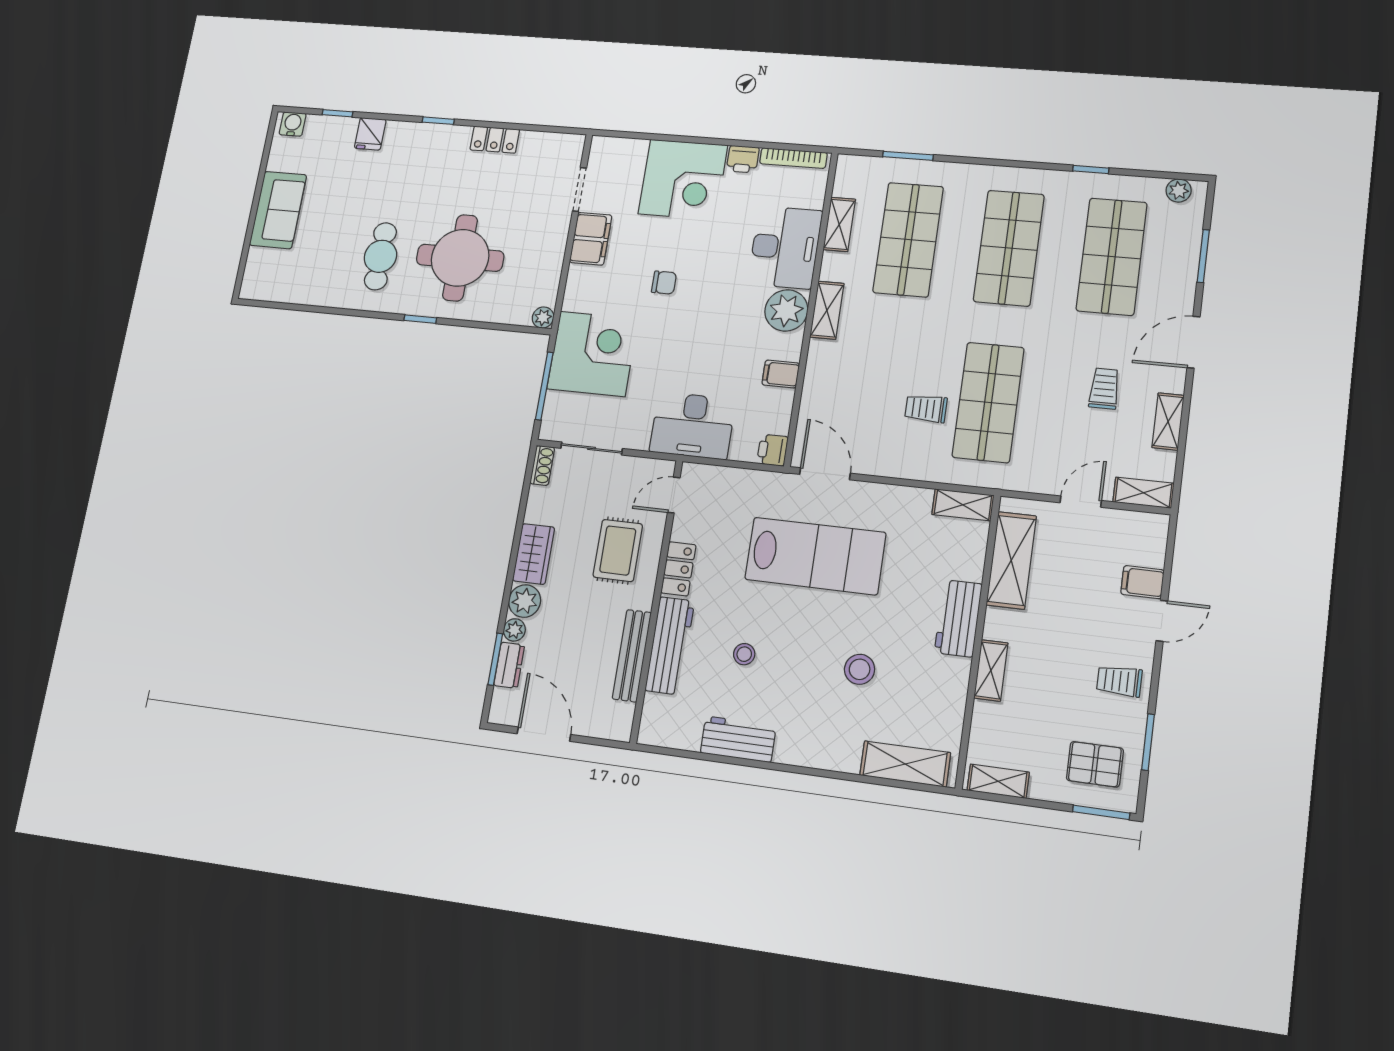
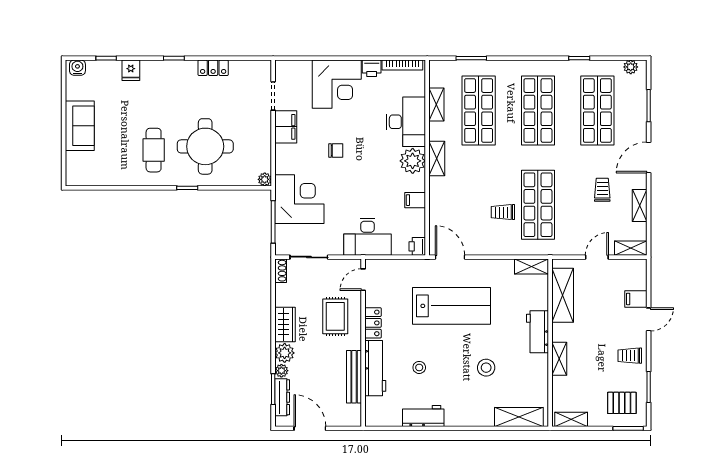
dresser: (509, 665) -> (282, 397), width x1.44

